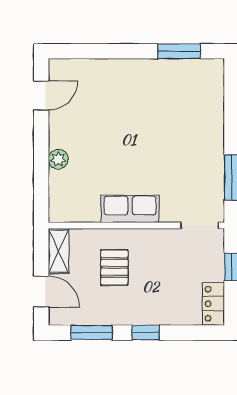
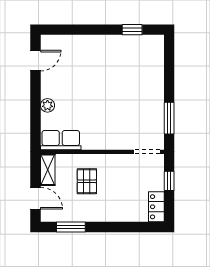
window: (179, 51) -> (132, 30), width x0.67
row of seats: (130, 209) -> (61, 140), moved
window: (146, 333) -> (109, 227), removed

